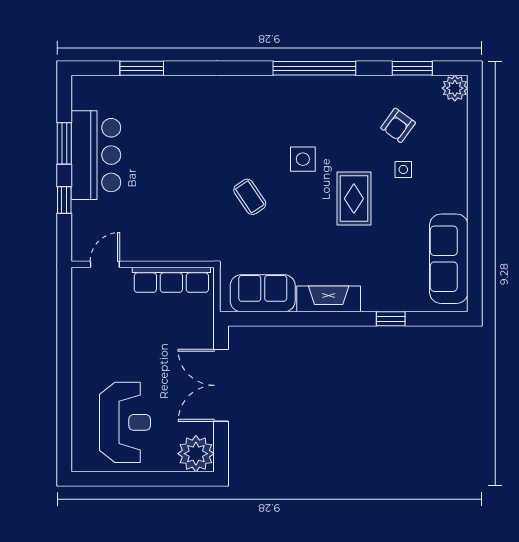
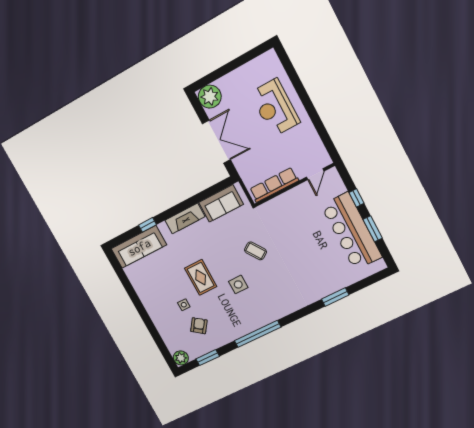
window: (142, 68) -> (335, 297), moved
bar counter: (96, 155) -> (351, 231), width x1.36
sofa: (449, 259) -> (139, 247), moved, turned 90
reception desk: (125, 422) -> (275, 108), moved

